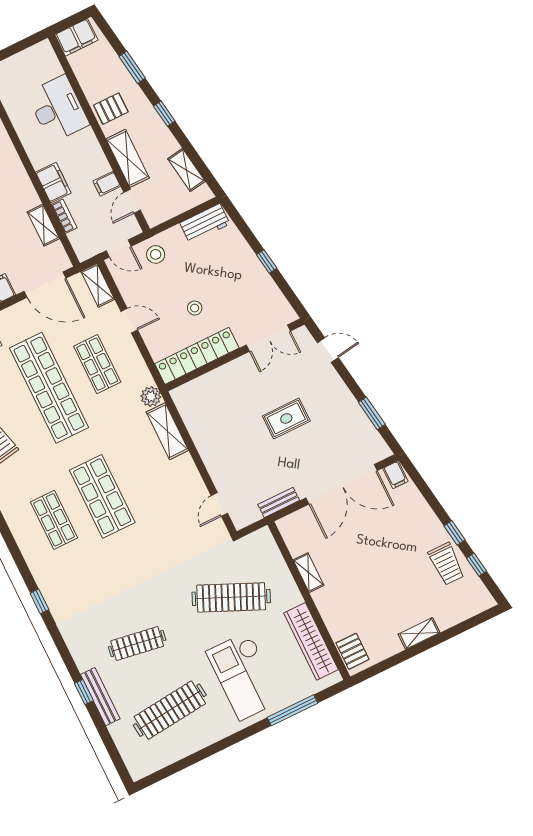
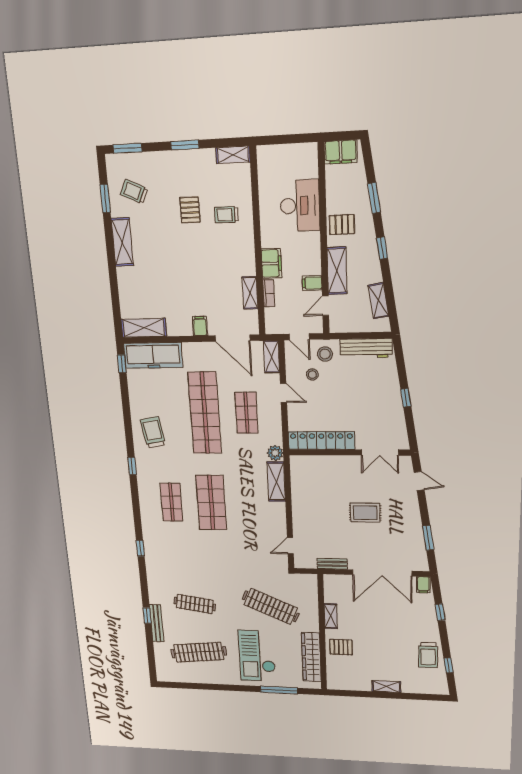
workbench: (205, 223) -> (366, 348), width x1.38
stool: (195, 308) -> (312, 374), moved
window: (455, 533) -> (440, 612), moved
pallet: (353, 651) -> (341, 647), moved, turned 90

